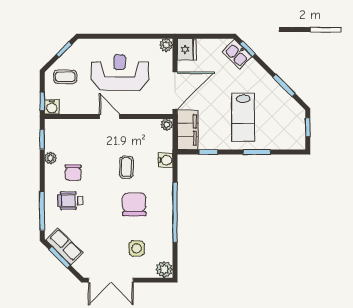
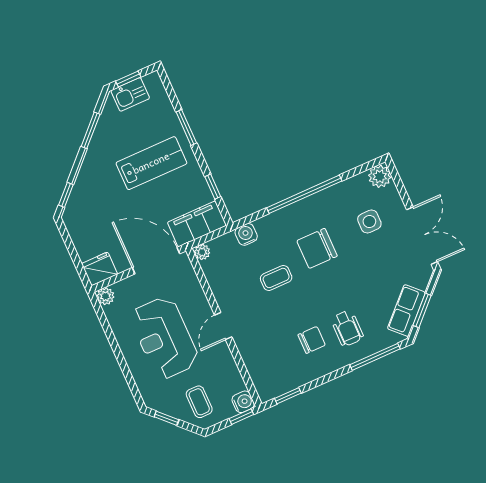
kitchen sink: (237, 54) -> (130, 94), moved, turned 45
plant: (51, 158) -> (306, 375), removed

